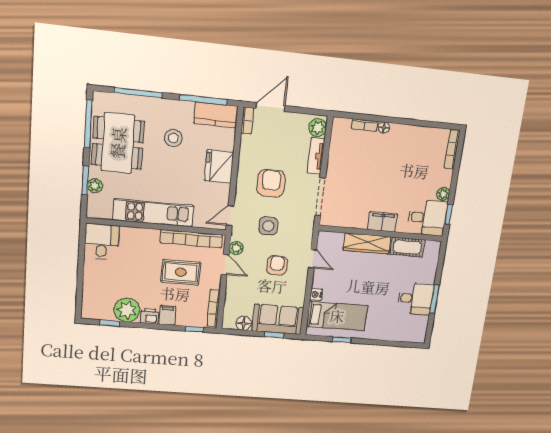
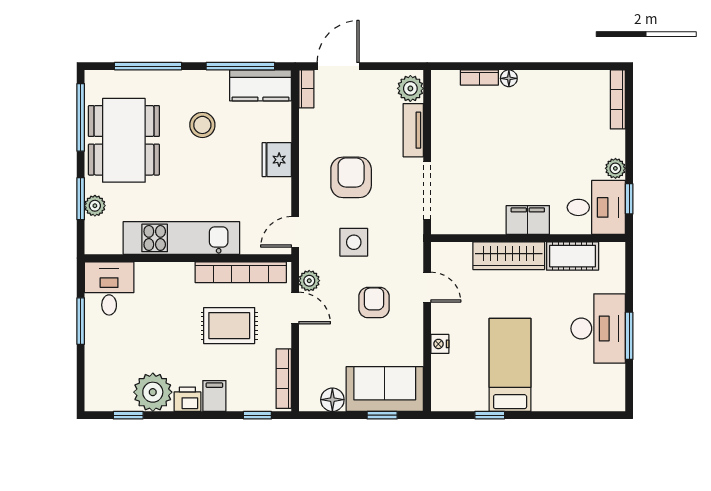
fridge: (219, 166) -> (277, 160), width x0.73, depth x0.75
window: (81, 261) -> (81, 321), added
desk: (415, 299) -> (598, 328), width x1.37
bed: (337, 316) -> (510, 365), moved, turned -90

